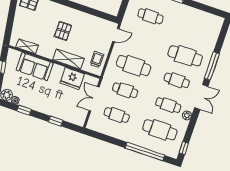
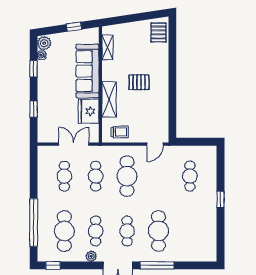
door: (116, 35) -> (155, 144), hinge flipped
sofa: (35, 67) -> (87, 71), width x1.36

